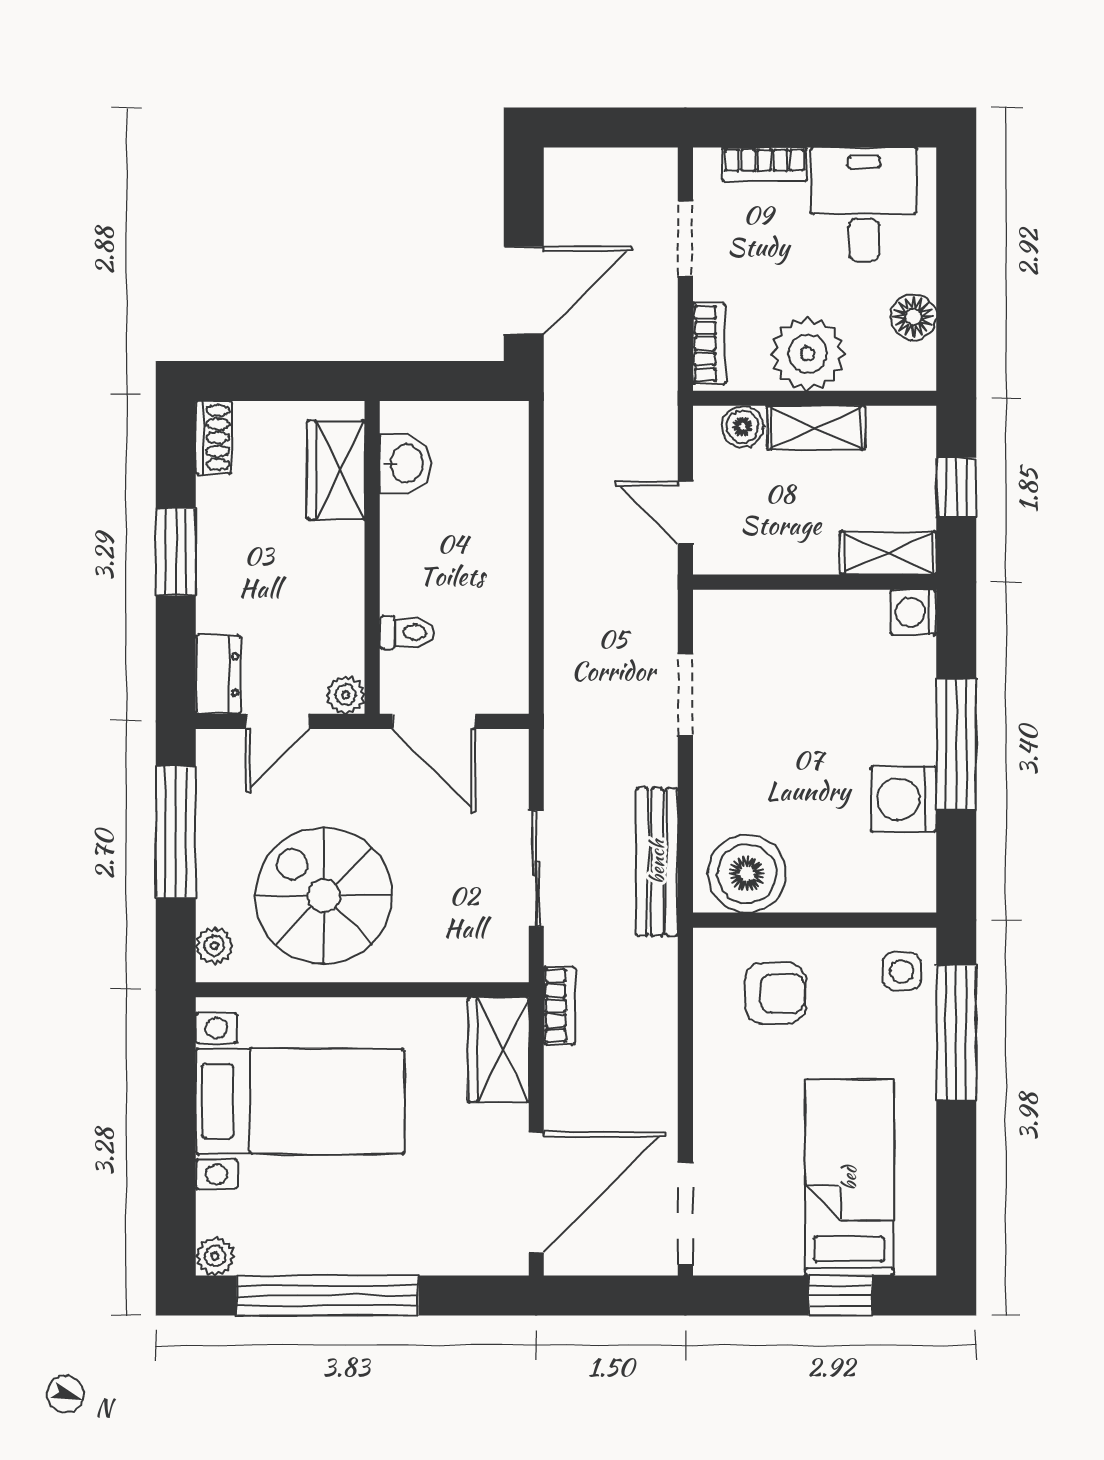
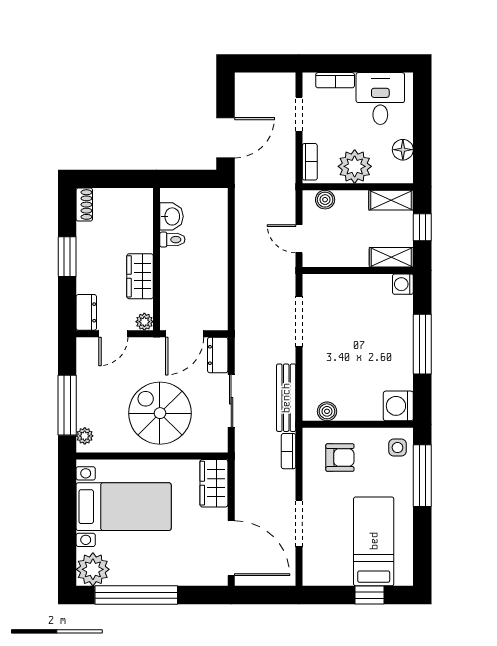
shelving: (816, 428) -> (391, 200), moved
wardrobe: (336, 470) -> (140, 276), moved
toilet: (407, 632) -> (172, 240), moved
doorway: (685, 694) -> (299, 322), width x1.38
door: (434, 721) -> (185, 334), hinge flipped
dresser: (507, 768) -> (218, 355), added
washing machine: (904, 799) -> (398, 406), moved
window: (176, 832) -> (67, 405), moved
boiler: (747, 874) -> (327, 411), width x0.54, depth x0.54
spiral stairs: (324, 896) -> (160, 413), moved
bookcase: (559, 1005) -> (289, 451), moved, turned 180
door: (536, 1192) -> (231, 548), hinge flipped
doorway: (685, 1213) -> (299, 524), moved
plant: (215, 1256) -> (93, 569), width x1.87, depth x1.87

